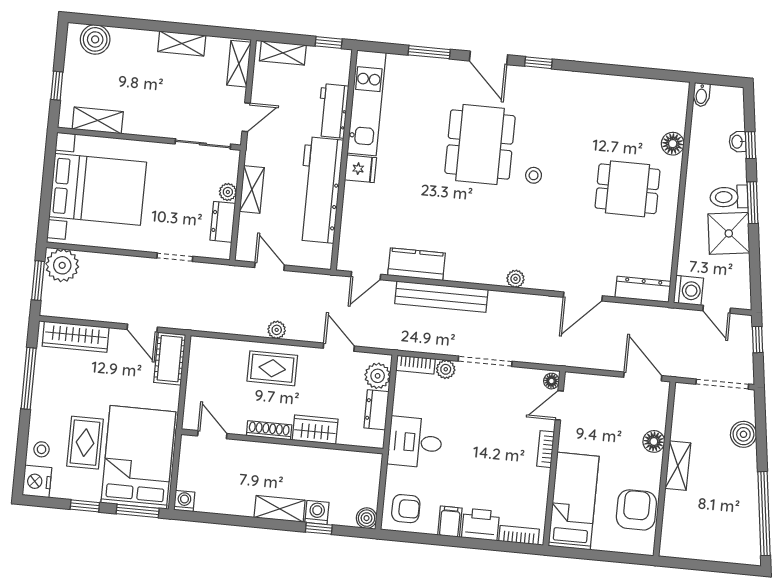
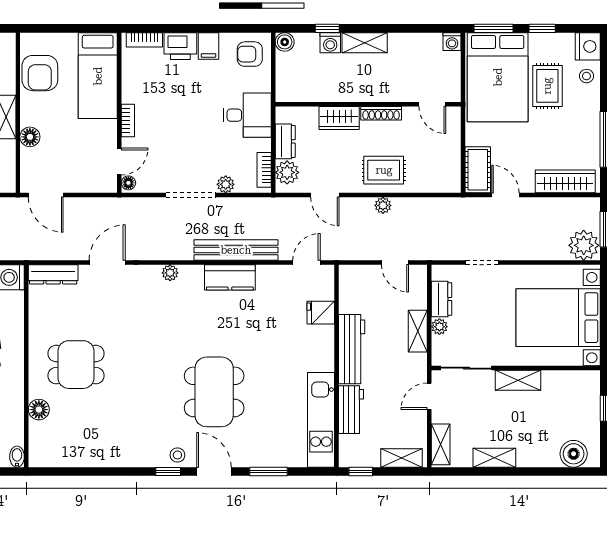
shelving: (98, 120) -> (518, 380), moved
fridge: (361, 169) -> (321, 313), moved
stool: (534, 175) -> (177, 455), moved
workbench: (320, 190) -> (352, 349), width x0.73, depth x0.76
kitchen counter: (416, 264) -> (230, 277), moved
bookcase: (416, 365) -> (264, 170), moved, turned -90

